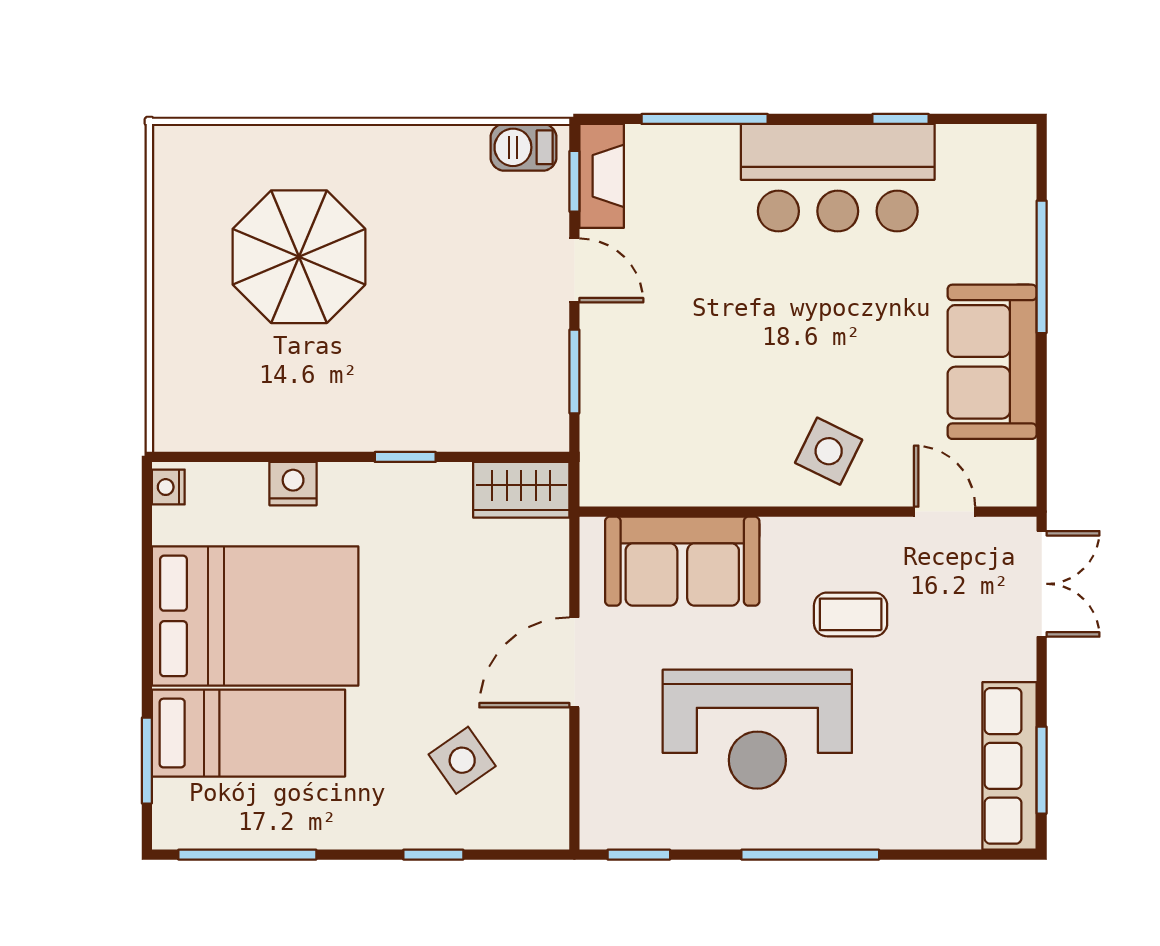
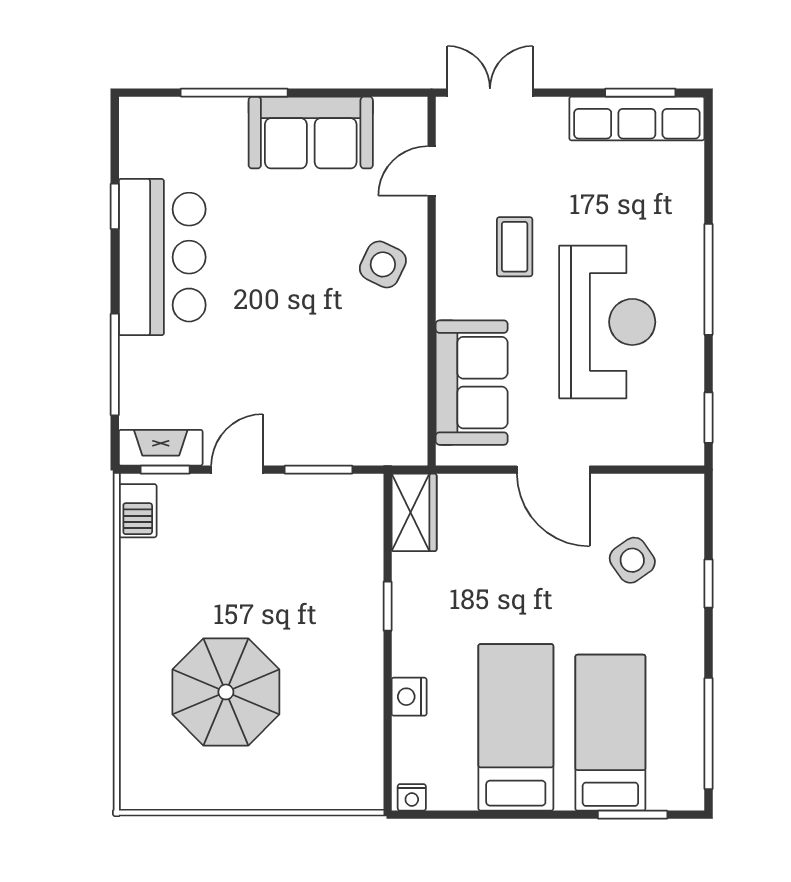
bed: (255, 616) -> (516, 727), width x0.67

